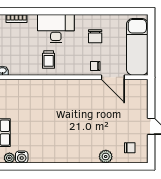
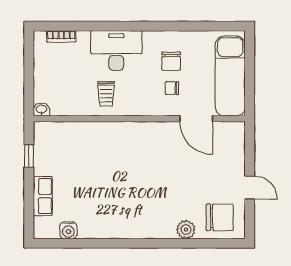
chair: (95, 66) -> (172, 88), moved
chair: (130, 148) -> (220, 217), width x1.87, depth x1.87
plant: (9, 158) -> (51, 231), removed

